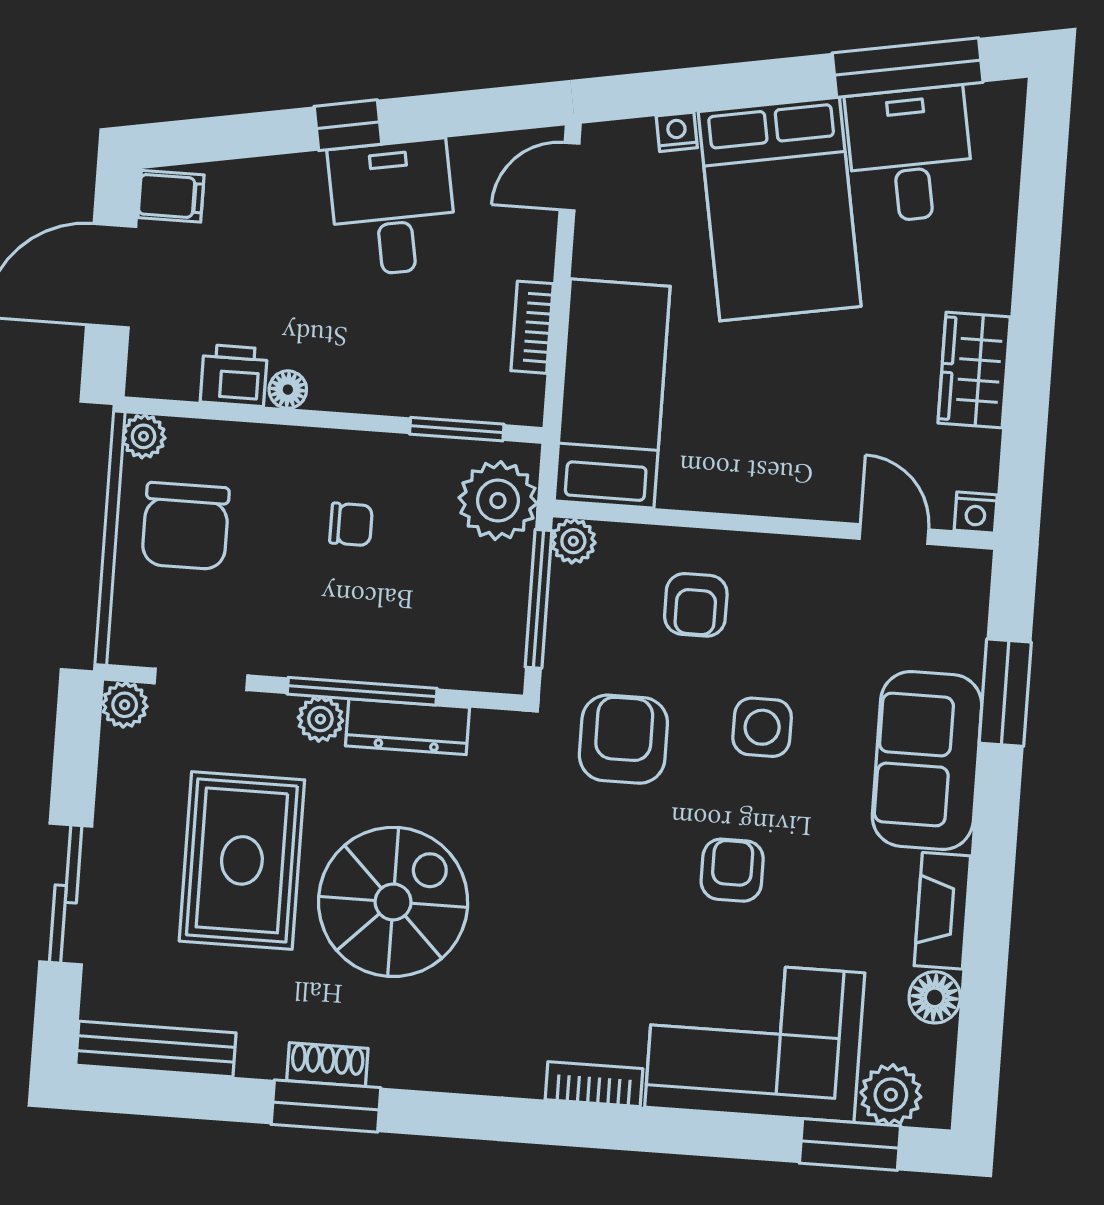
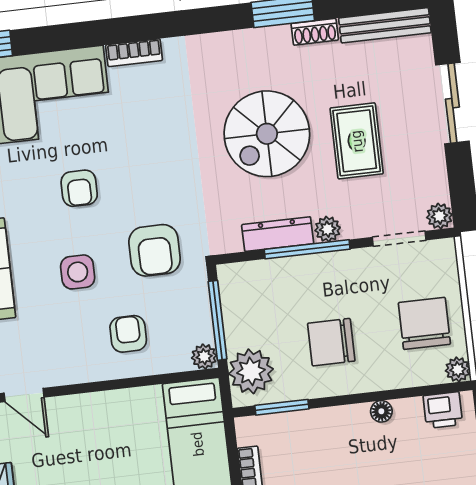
printer: (234, 375) -> (443, 410), moved
chair: (351, 524) -> (331, 342), width x1.87, depth x1.87
rug: (242, 860) -> (357, 141), width x0.73, depth x0.70
shoe rack: (327, 1065) -> (315, 32), moved

